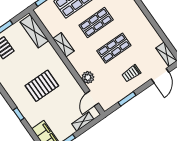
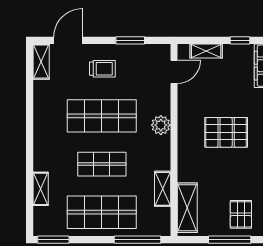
shelving: (63, 45) -> (163, 189), moved
shop shelf: (114, 48) -> (102, 116), width x1.43, depth x1.36
plant: (88, 77) -> (161, 125), moved

